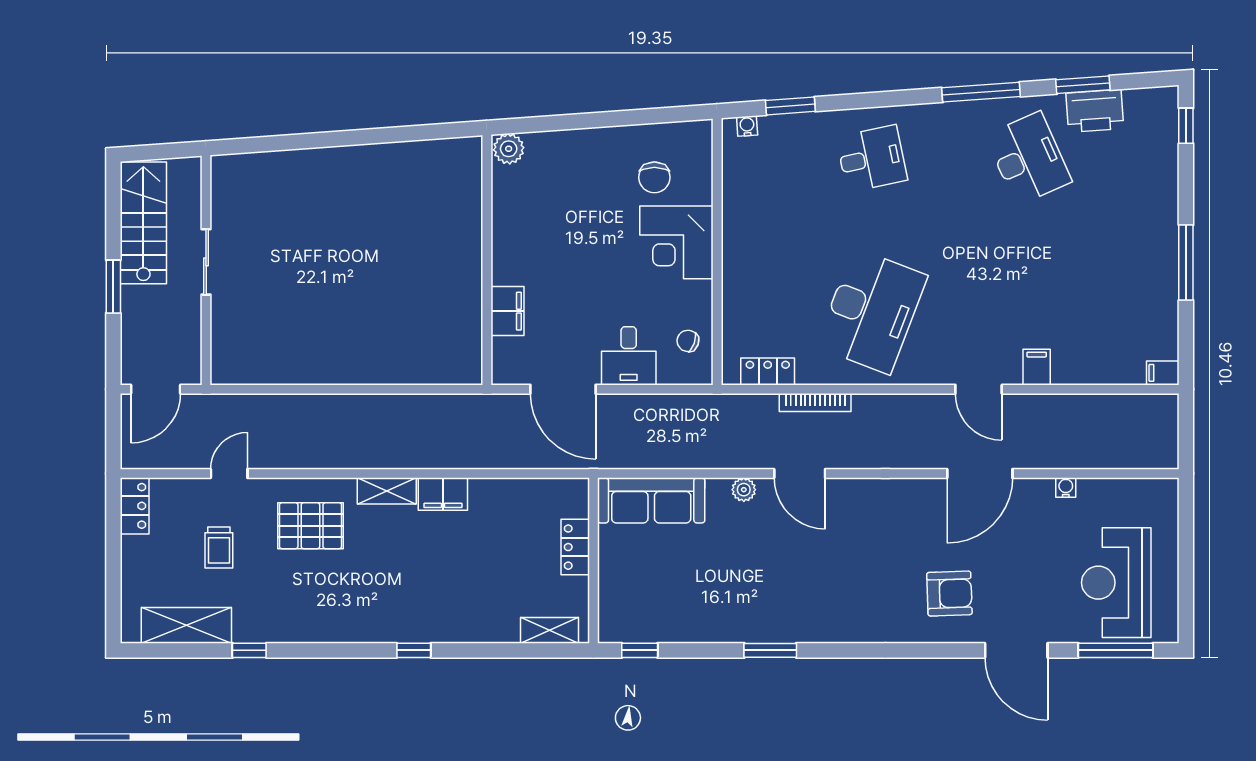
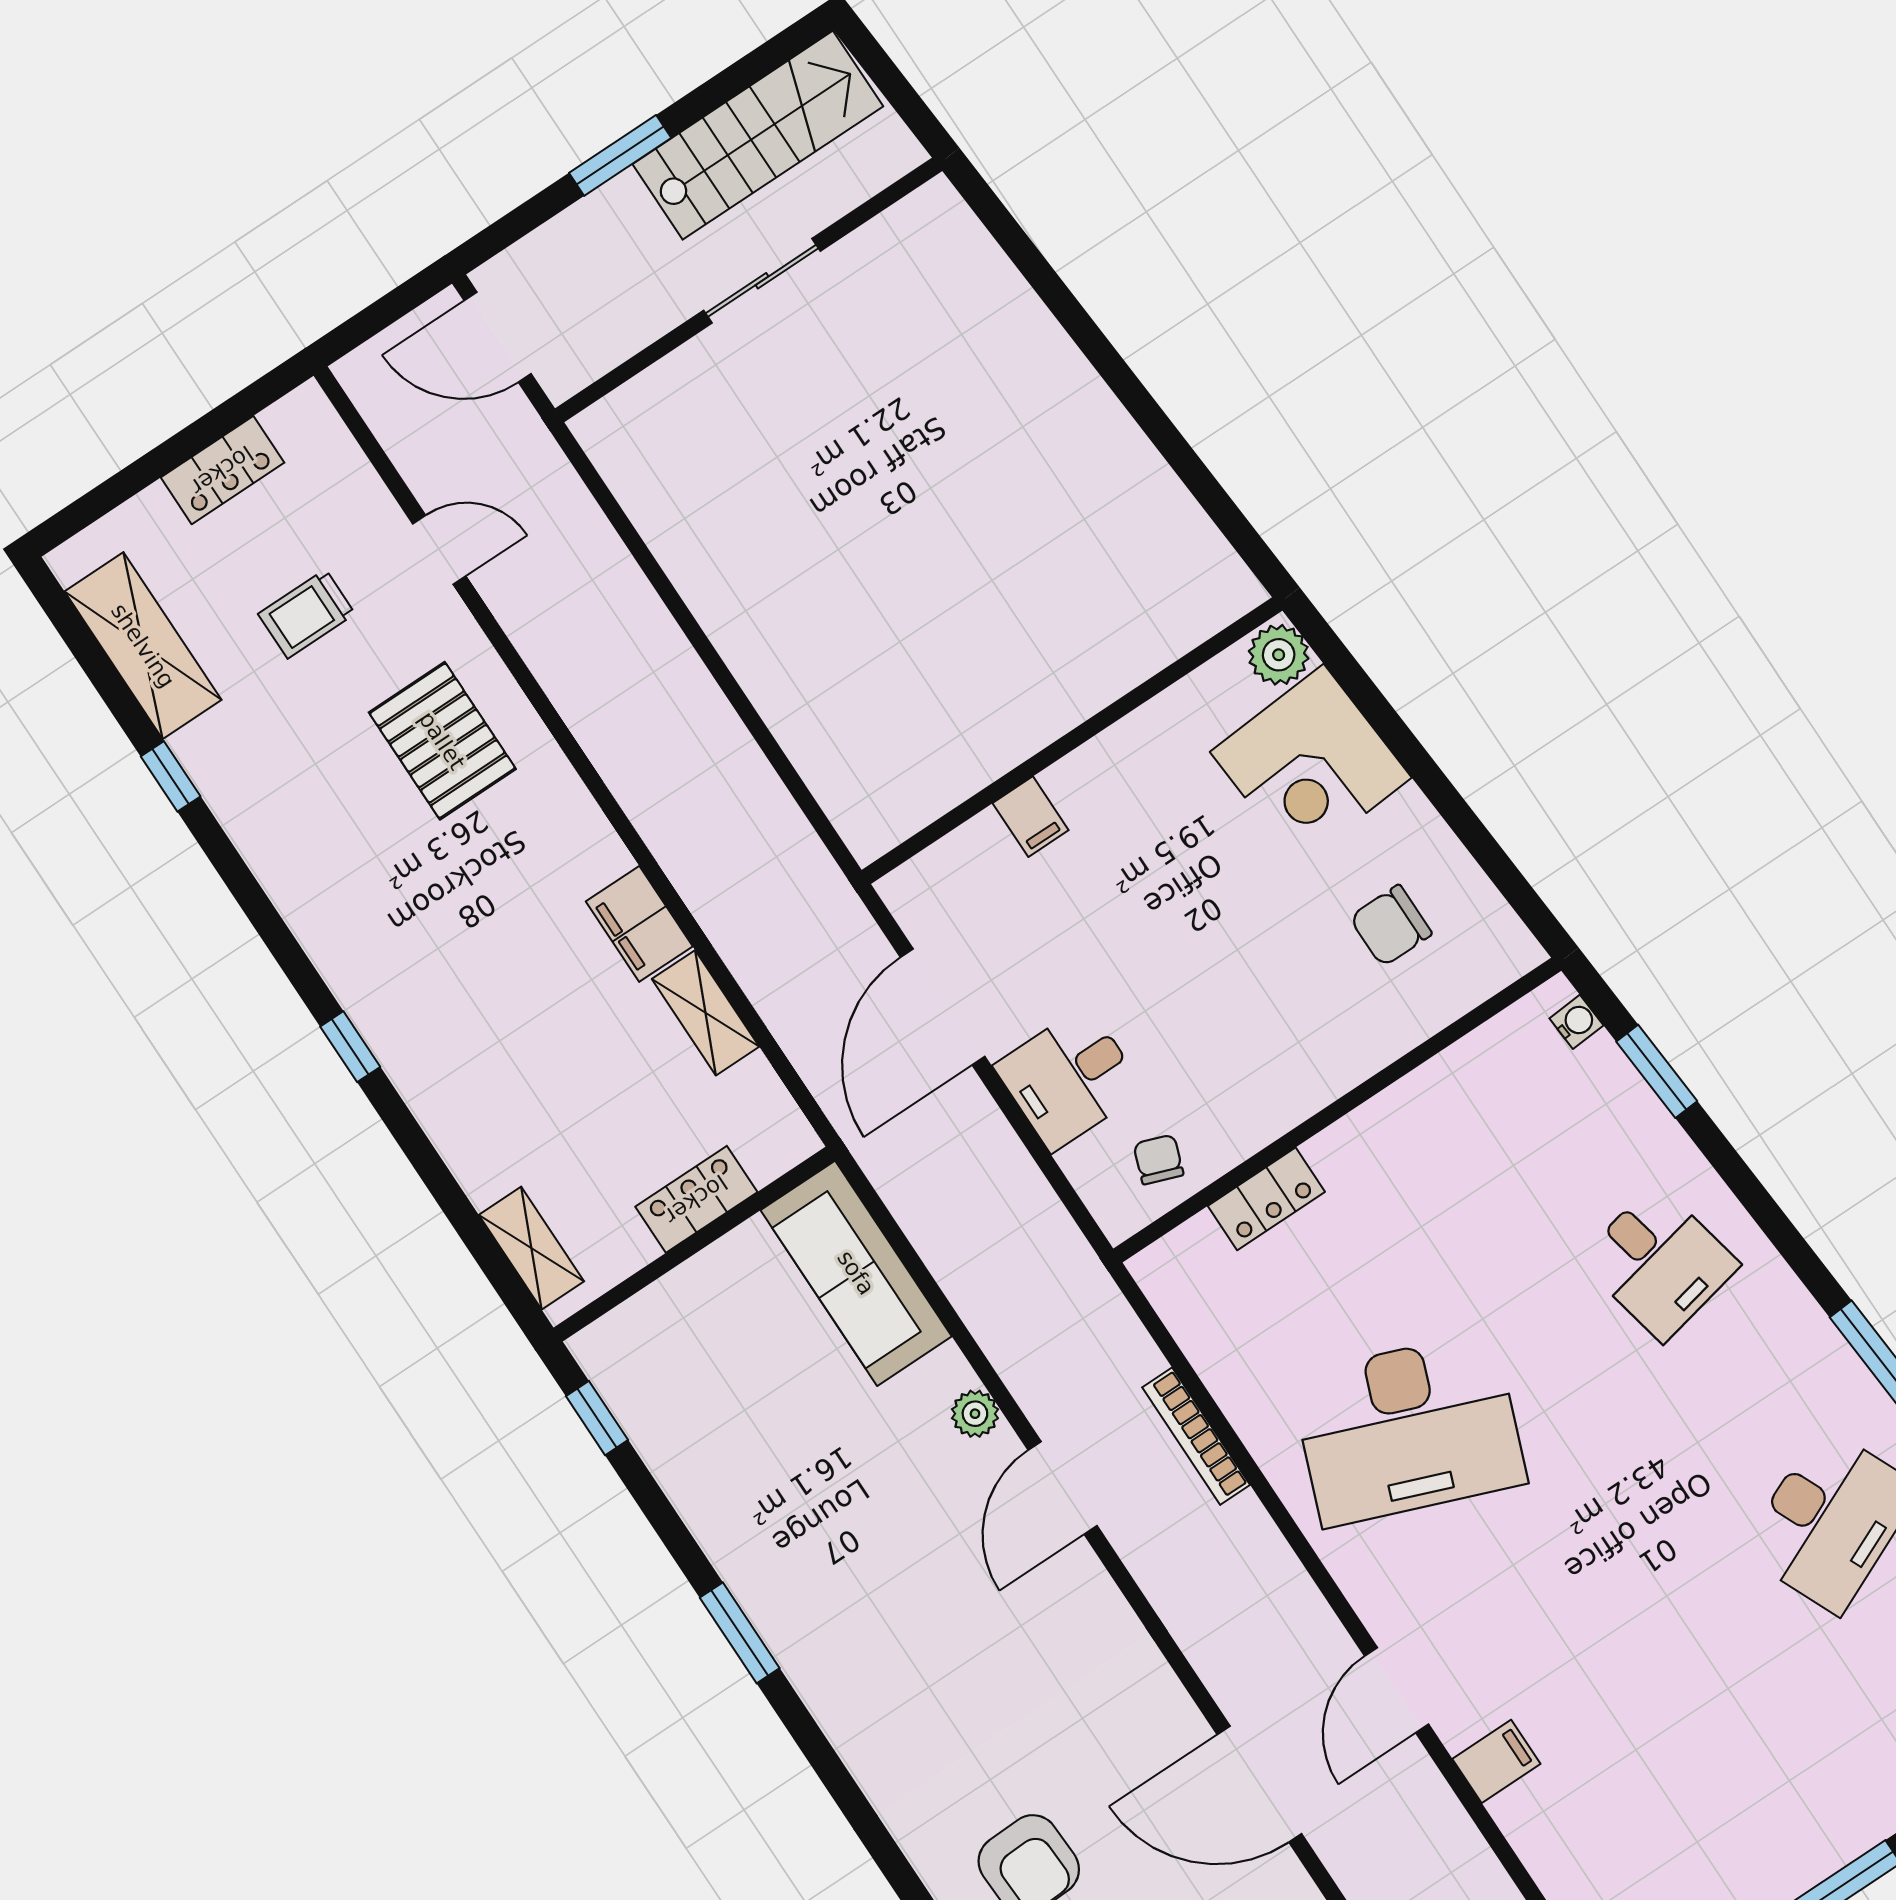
corner desk: (676, 242) -> (1311, 765), moved, turned -94
filing cabinet: (507, 311) -> (1031, 817), width x0.50
locker: (768, 371) -> (1266, 1199), moved, turned 90
shelving: (387, 491) -> (706, 1013), moved
locker: (135, 506) -> (222, 470), moved

